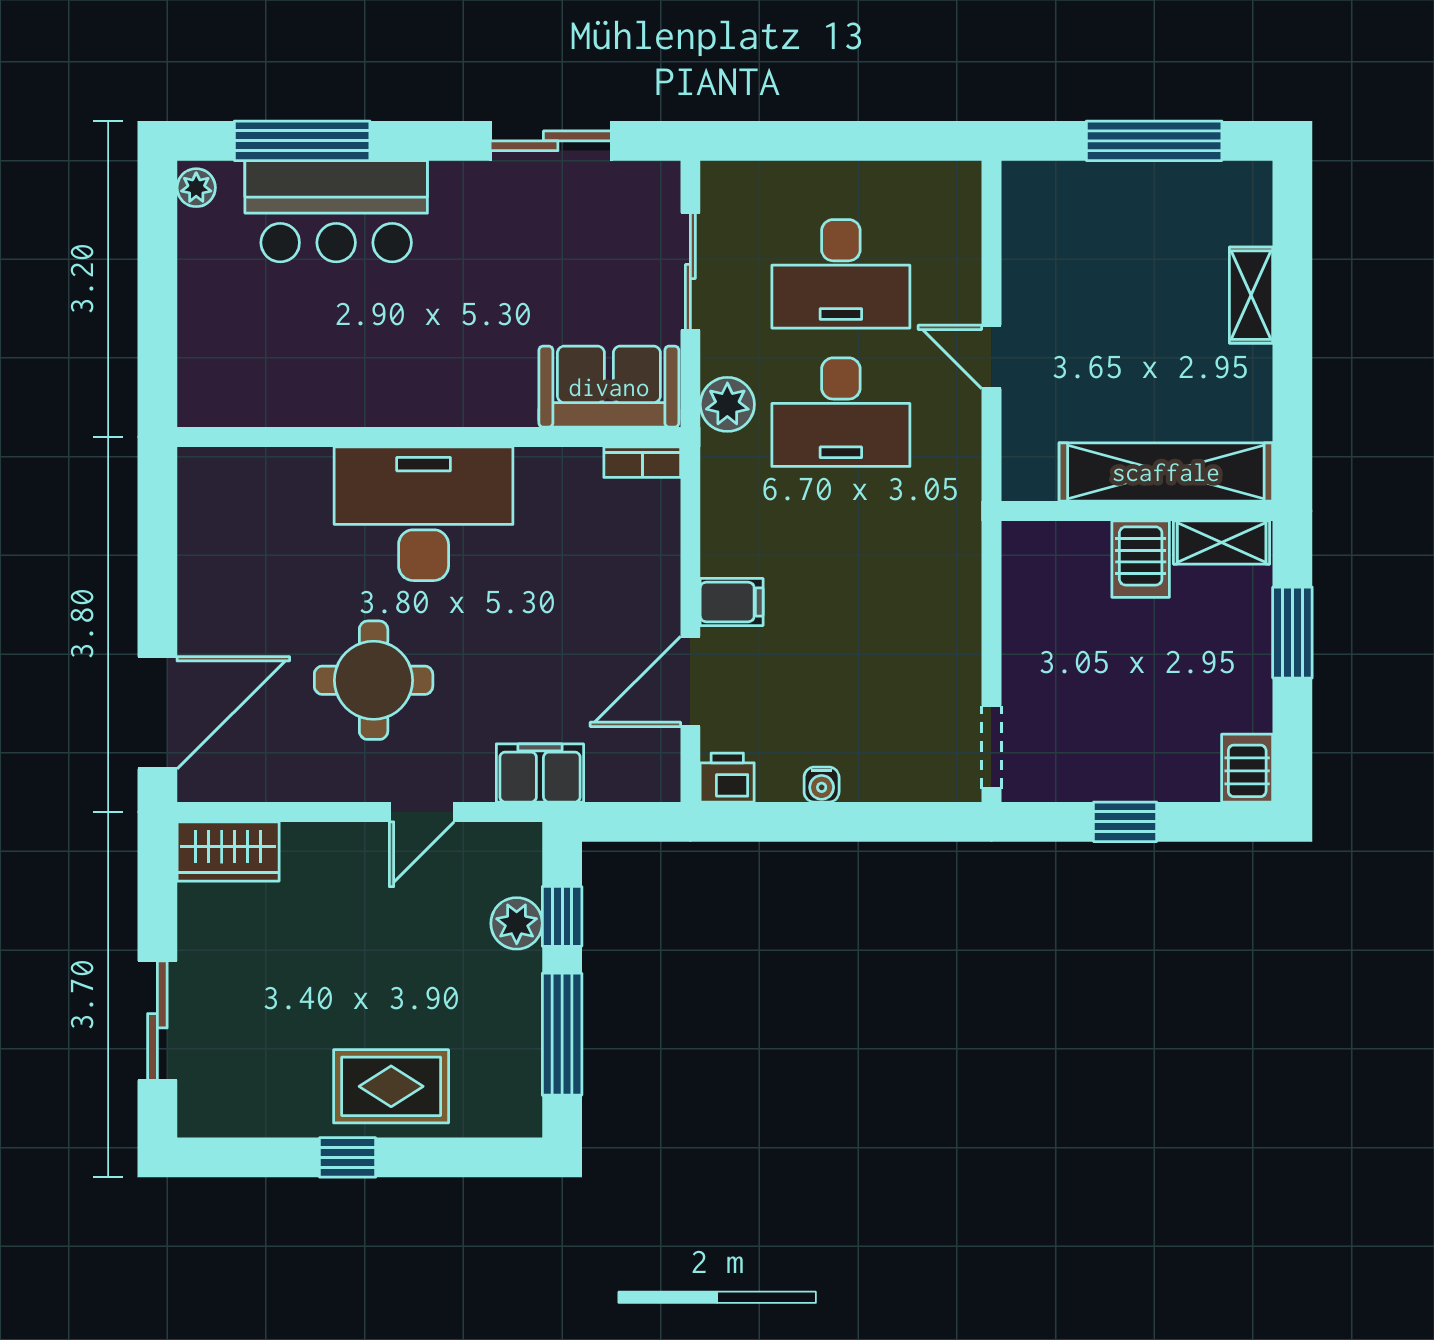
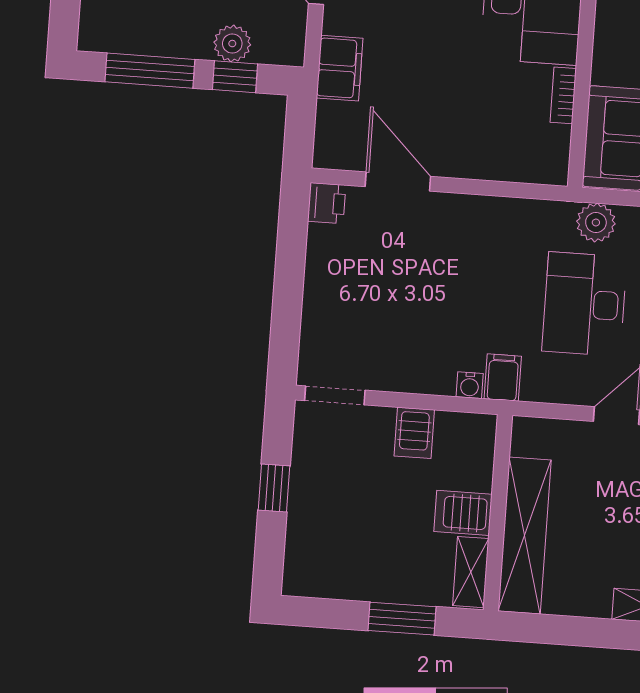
bookcase: (642, 462) -> (563, 95), moved
filing cabinet: (732, 602) -> (503, 378), moved, turned 180
server rack: (1247, 768) -> (414, 433), moved, turned 90
water cooler: (822, 785) -> (470, 385), moved, turned -90

